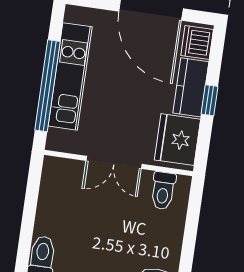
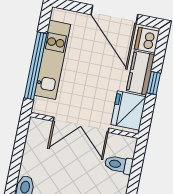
double door: (114, 162) -> (81, 125), width x1.37
toilet: (163, 191) -> (119, 165), moved, turned 90

